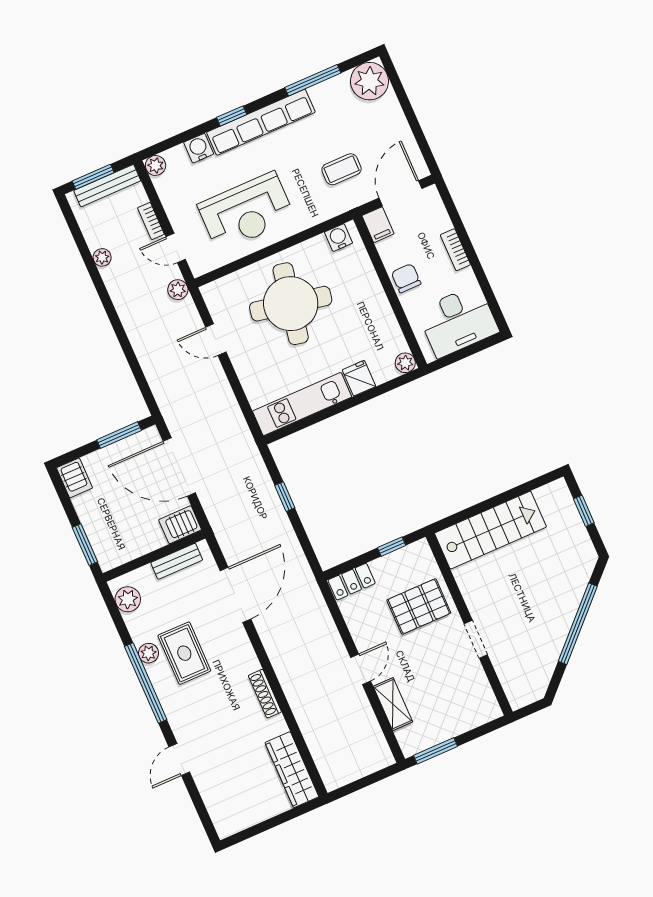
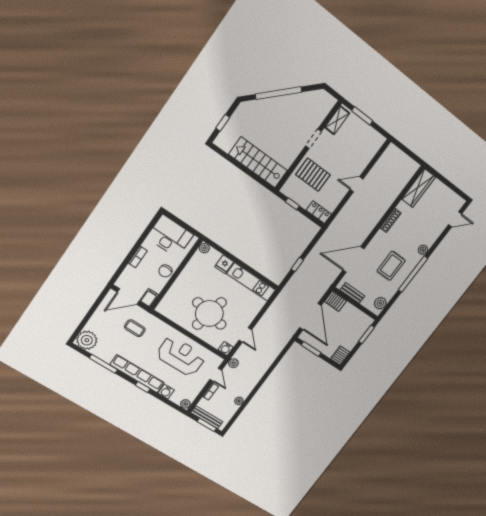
water cooler: (339, 238) -> (226, 349), moved
plant: (149, 653) -> (423, 250), moved
shelving: (393, 704) -> (337, 120), moved
window: (435, 751) -> (362, 116), moved
door: (179, 759) -> (455, 219), moved

